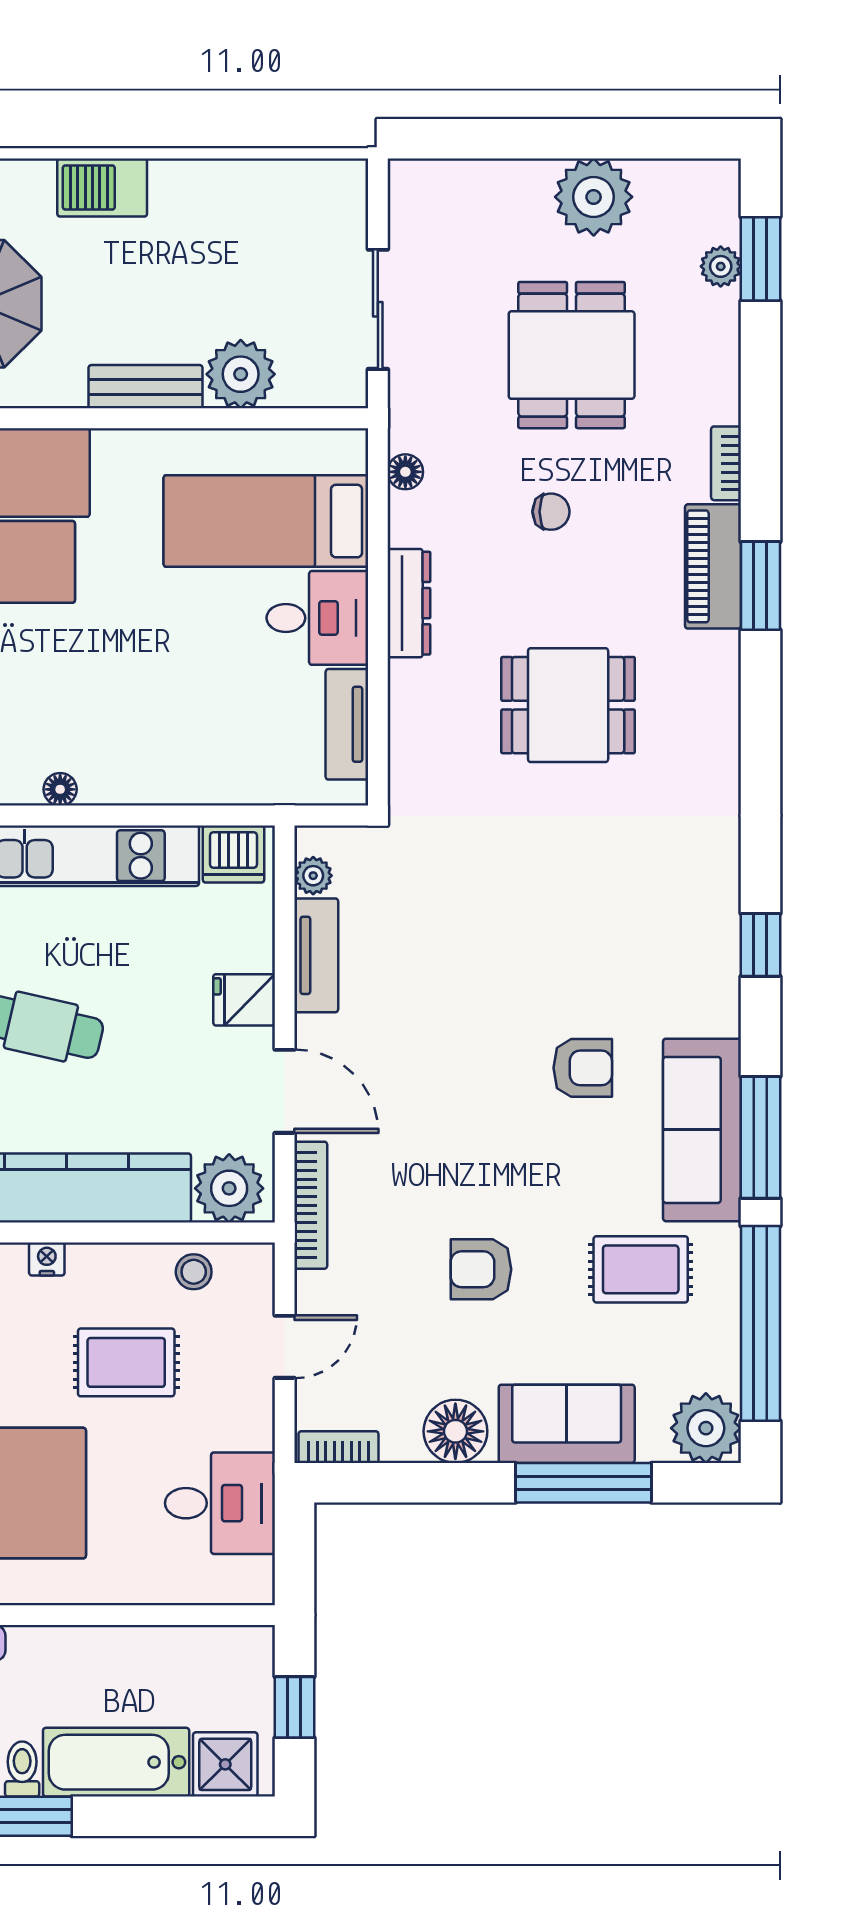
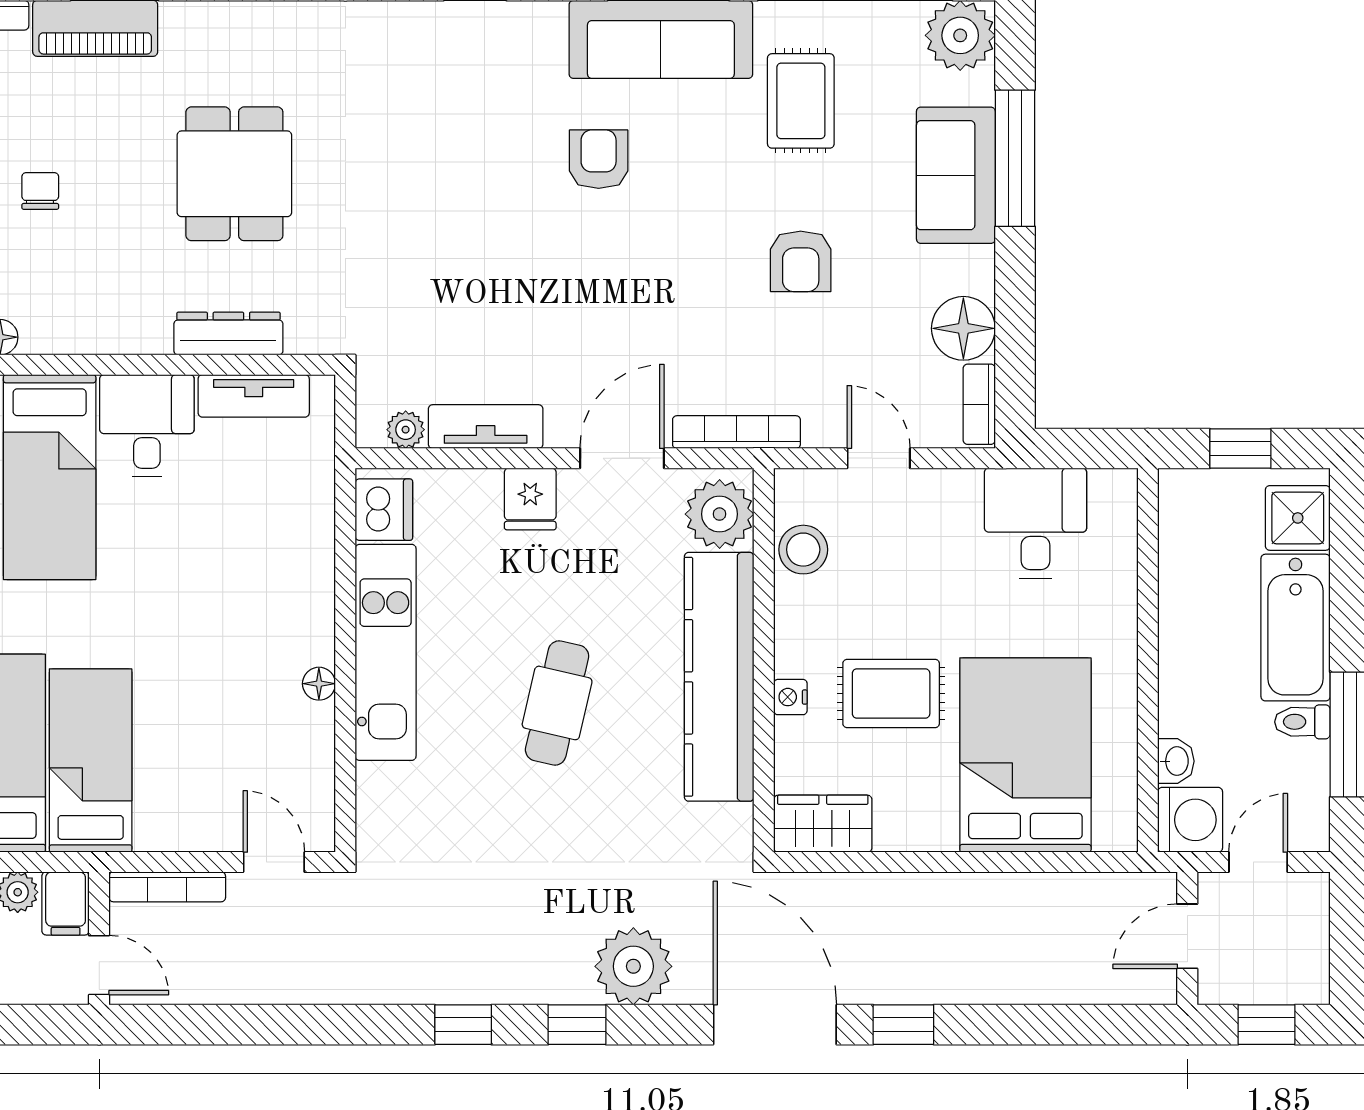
dresser: (409, 603) -> (228, 334), moved
stool: (194, 1272) -> (803, 550), width x1.37, depth x1.37
rug: (126, 1362) -> (891, 694), moved, turned 90
floor lamp: (455, 1431) -> (963, 328), moved

